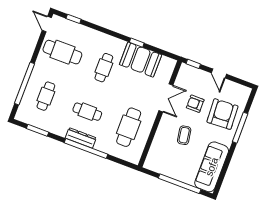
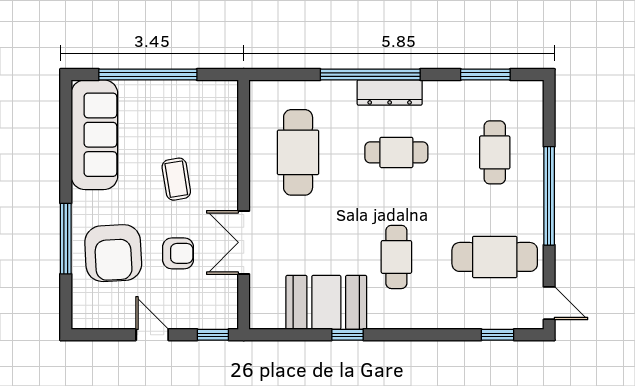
window: (24, 84) -> (549, 196), moved

